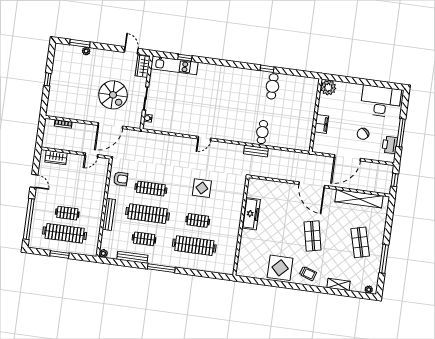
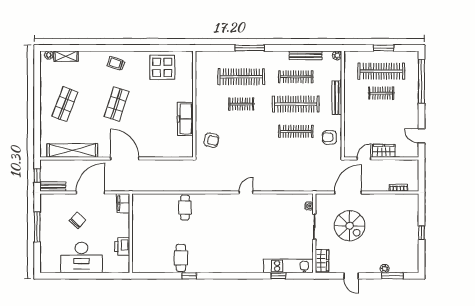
door: (131, 50) -> (351, 276), moved
plant: (328, 88) -> (121, 265), removed
spiral stairs: (113, 95) -> (350, 226), turned 180
desk: (381, 101) -> (81, 258), moved
filing cabinet: (321, 124) -> (123, 203), moved
printer: (390, 145) -> (122, 246), moved, turned 180
bench: (256, 151) -> (53, 186), moved
wardrobe: (56, 157) -> (384, 151), moved
door: (34, 181) -> (422, 136), moved
display table: (202, 188) -> (241, 139), removed
armchair: (230, 191) -> (211, 140), added
shop shelf: (313, 236) -> (117, 104), turned 30
clothes rail: (144, 239) -> (296, 77), width x1.36
shop shelf: (360, 242) -> (65, 104), turned 36
window: (384, 259) -> (37, 90), removed
window: (161, 268) -> (250, 48), moved
display table: (280, 268) -> (162, 67), moved
shelving: (339, 284) -> (66, 56), moved

